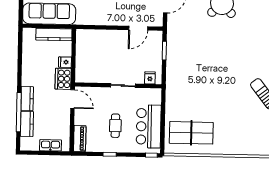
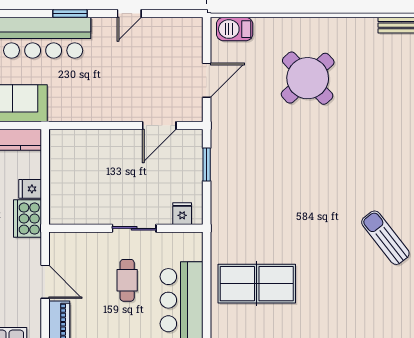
door: (73, 99) -> (45, 282), moved
cafe table: (115, 126) -> (127, 280), moved
table tennis table: (191, 133) -> (257, 284), moved

